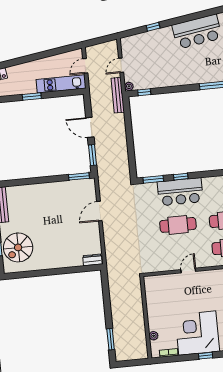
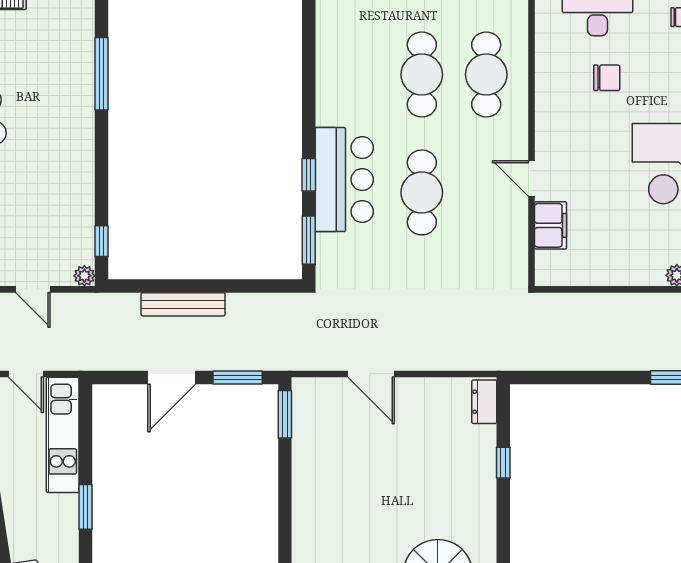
bench: (118, 95) -> (183, 304), moved
window: (68, 270) -> (503, 463), added
filing cabinet: (169, 280) -> (551, 225), added

